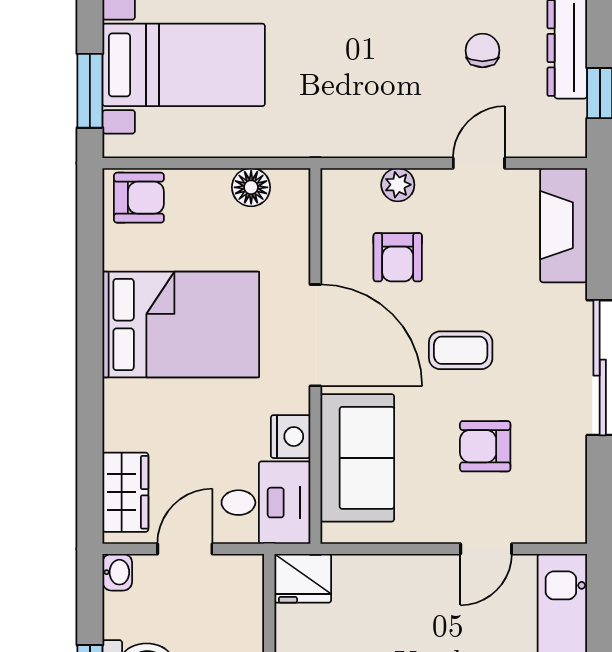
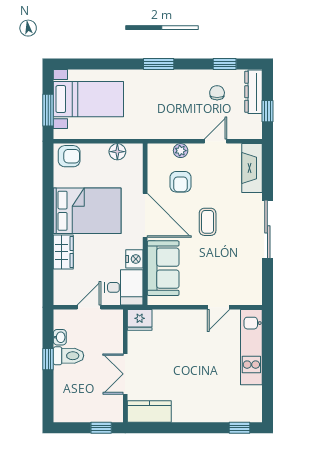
coffee table: (461, 350) -> (208, 222), turned 90
armchair: (485, 446) -> (218, 263), removed
wardrobe: (125, 492) -> (63, 252), moved
washbasin: (117, 572) -> (60, 337), moved

